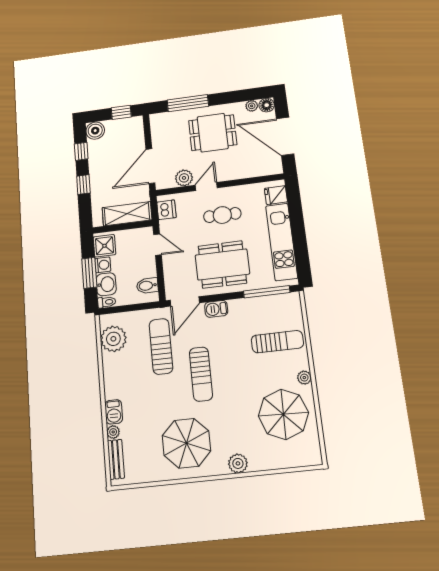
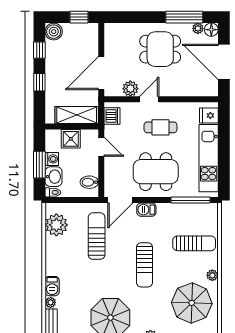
window: (188, 103) -> (184, 17), moved
shower: (104, 246) -> (71, 139), moved
sun lounger: (201, 374) -> (144, 265), moved

